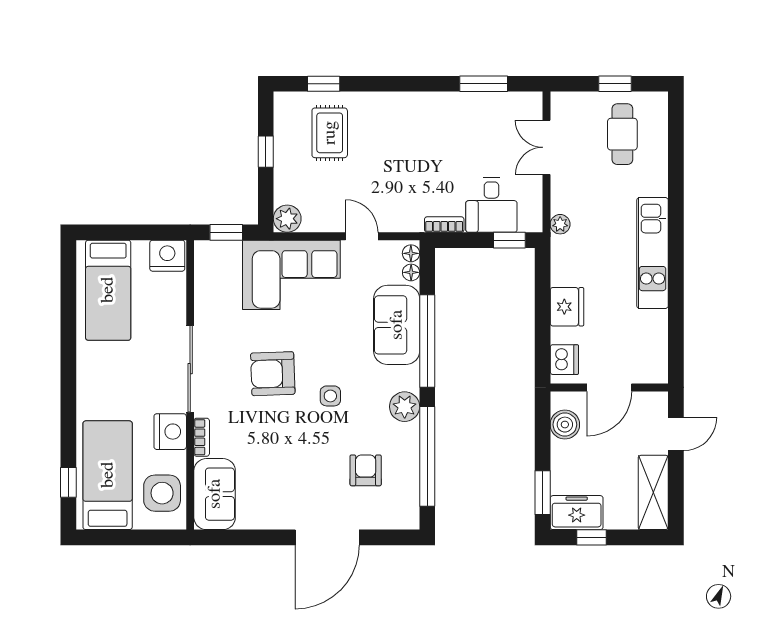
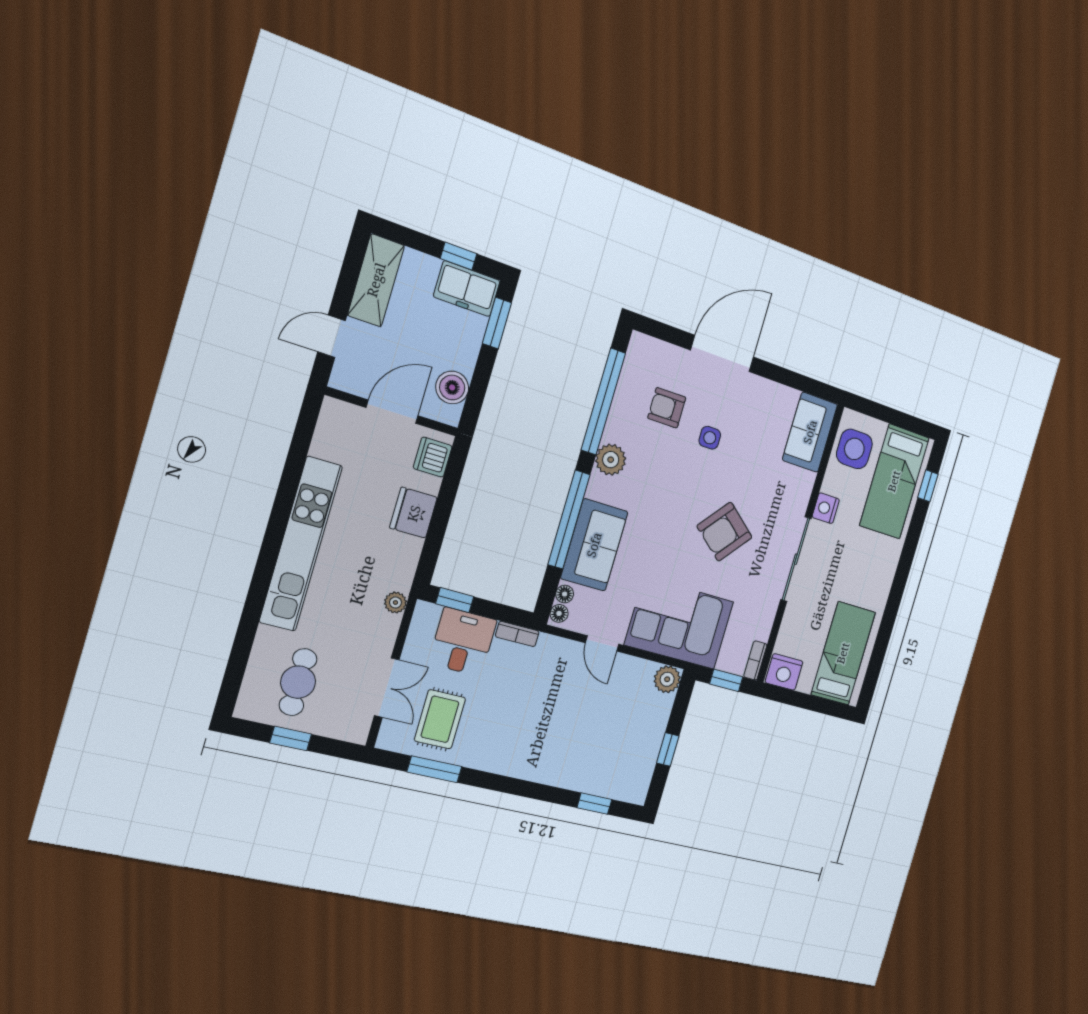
rug: (330, 133) -> (440, 719), moved
kitchen unit: (653, 253) -> (301, 544), width x1.36
armchair: (273, 374) -> (725, 532), turned 132
side table: (330, 396) -> (710, 438), moved
nightstand: (170, 432) -> (826, 508), width x0.74, depth x0.75
bookcase: (202, 437) -> (755, 660), moved
armchair: (366, 470) -> (667, 408), turned 90

